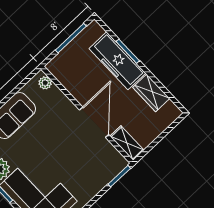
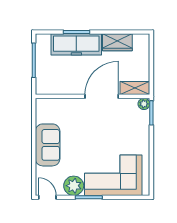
plant: (45, 83) -> (144, 104), moved
door: (94, 122) -> (102, 96), hinge flipped

